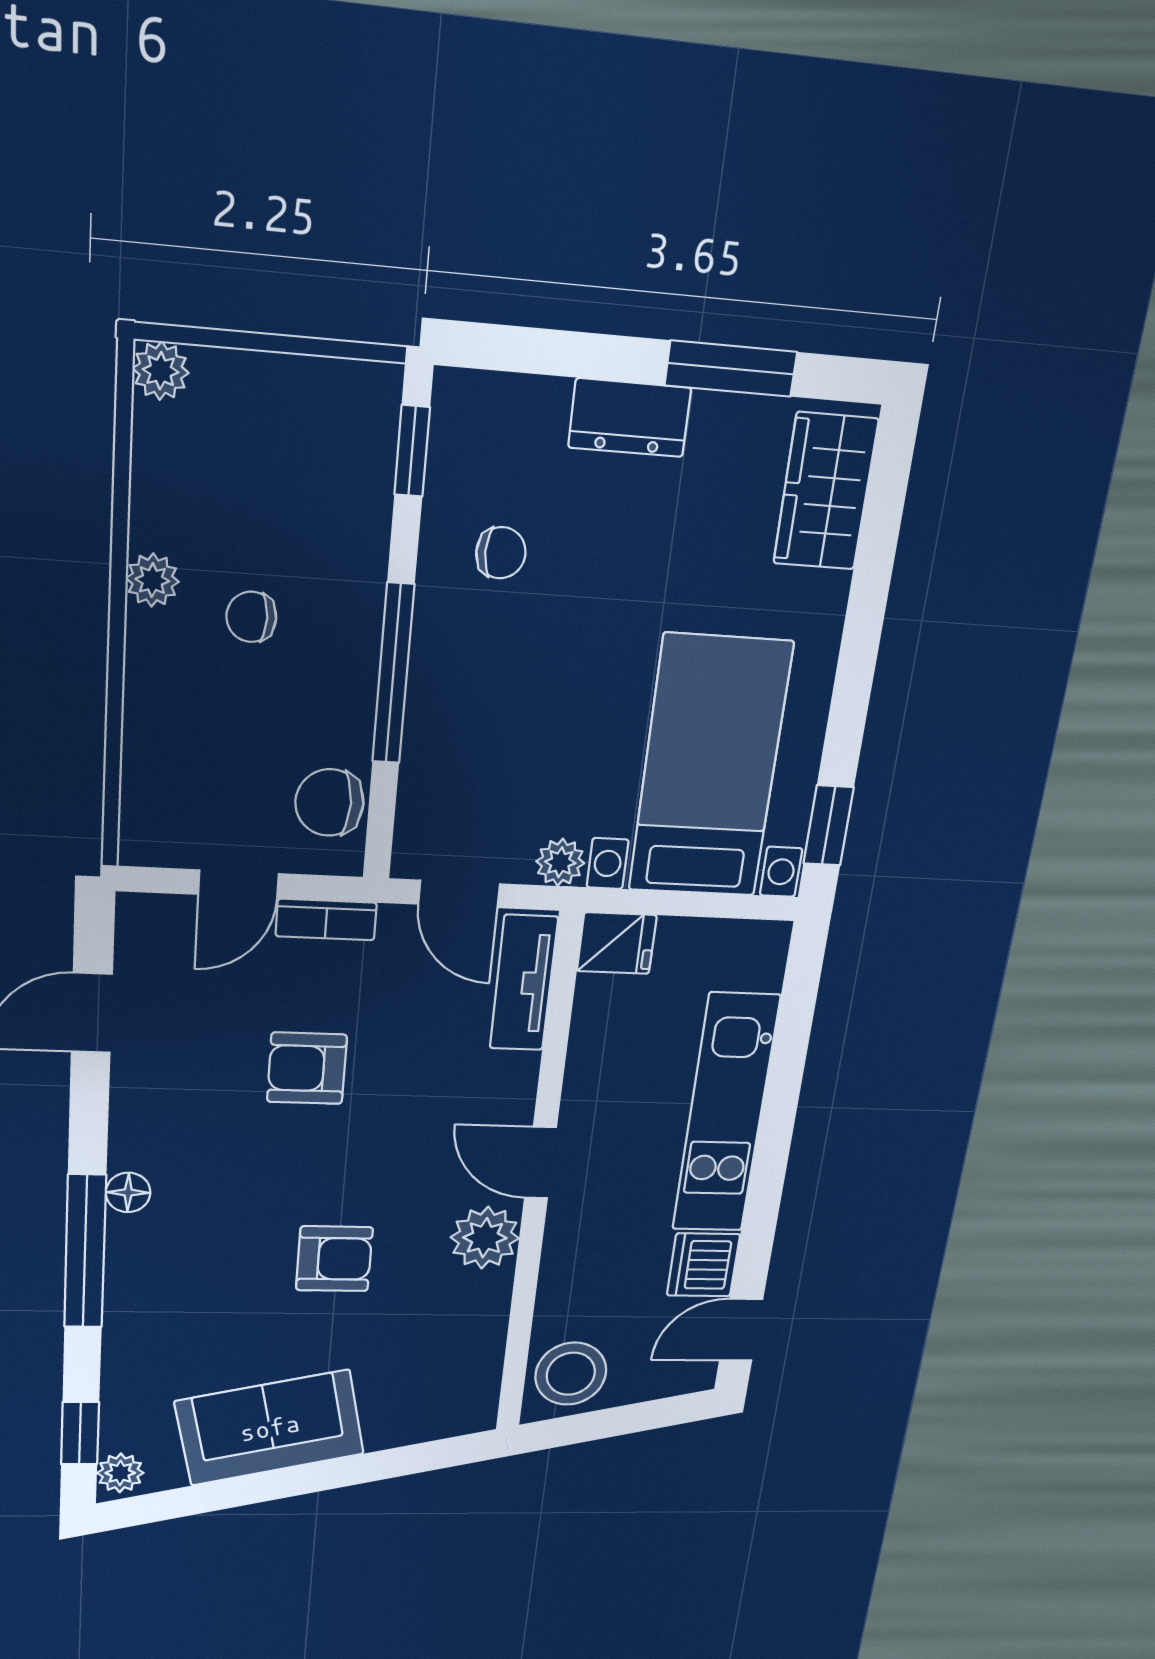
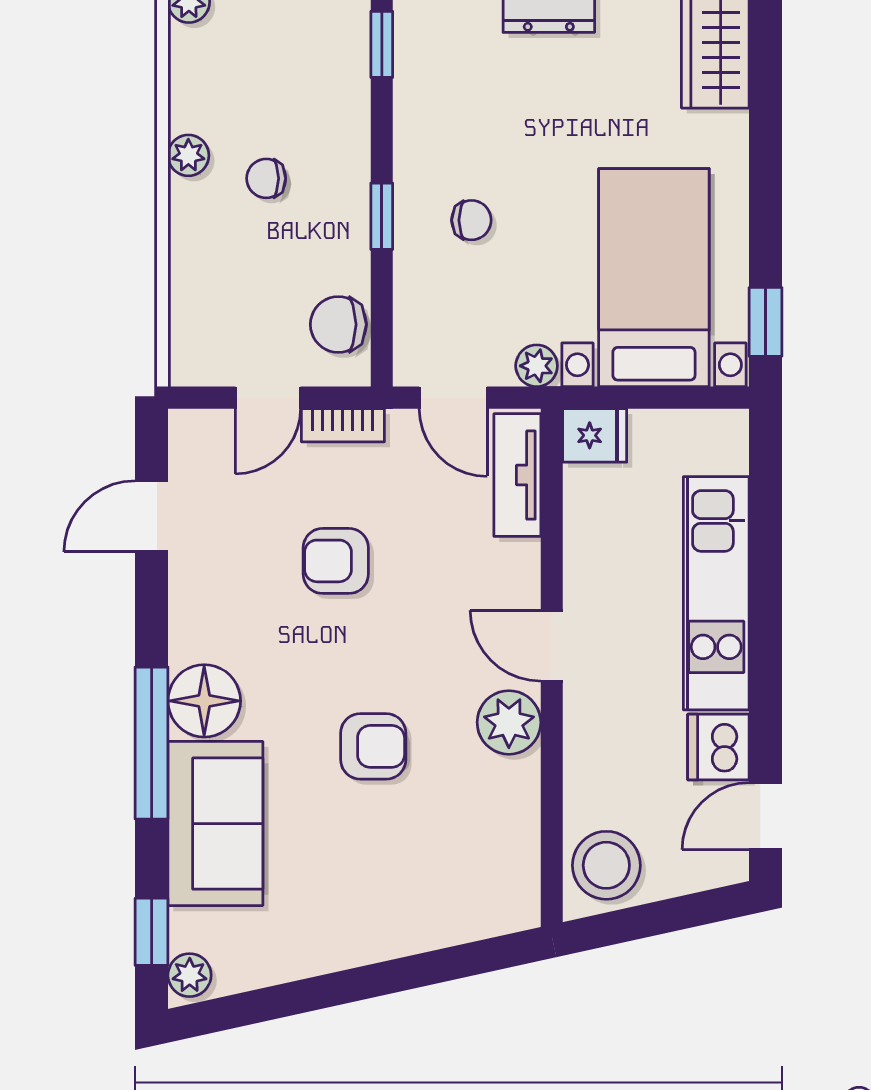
chair: (501, 553) -> (471, 220), moved
window: (393, 674) -> (382, 216), width x0.46
floor lamp: (128, 1192) -> (204, 701), width x1.89, depth x1.89
sofa: (270, 1428) -> (215, 824), moved, turned 102

